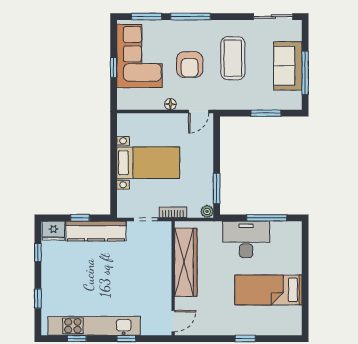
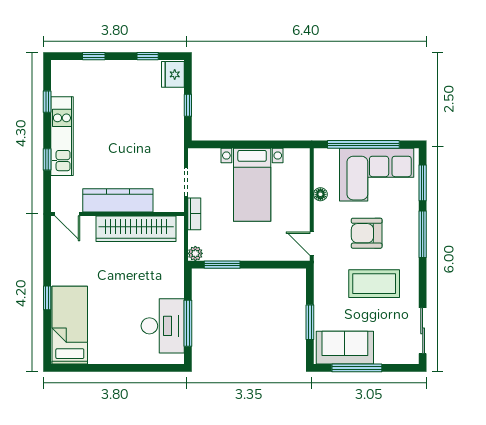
sofa: (288, 66) -> (345, 348), moved
window: (114, 67) -> (363, 144), width x3.17
floor lamp: (170, 104) -> (320, 194), moved
kitchen counter: (96, 231) -> (118, 200), moved, turned 90
desk: (246, 239) -> (163, 326), moved
bed: (268, 290) -> (70, 325), moved
kitchen unit: (94, 326) -> (62, 136), width x0.73

